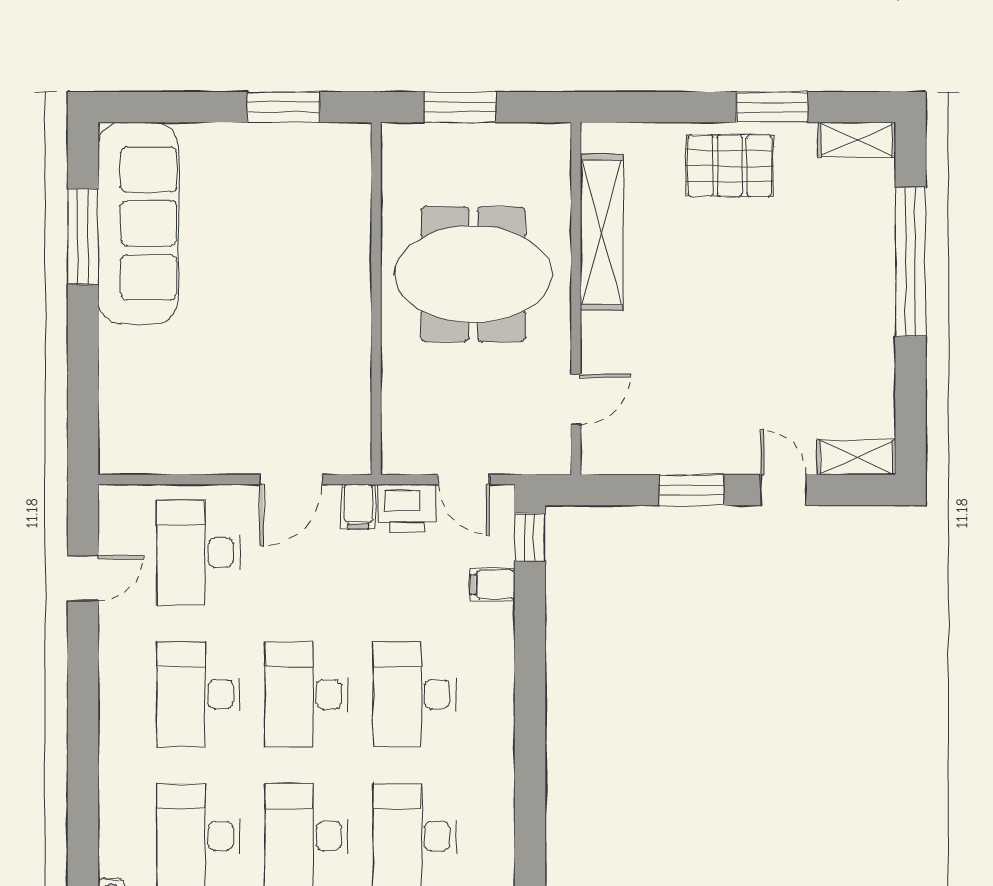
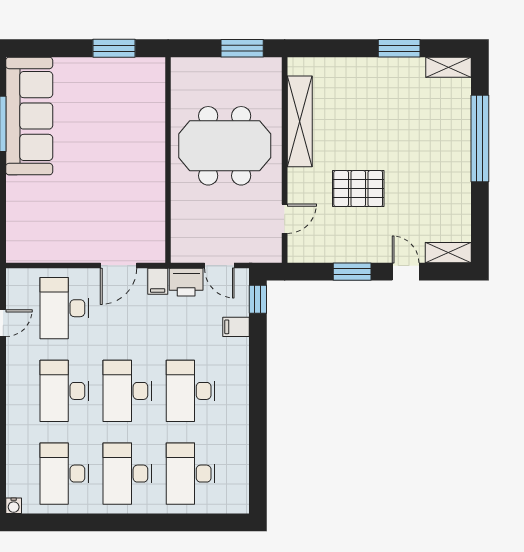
window: (460, 107) -> (242, 48), moved
pallet: (730, 166) -> (358, 189), moved

